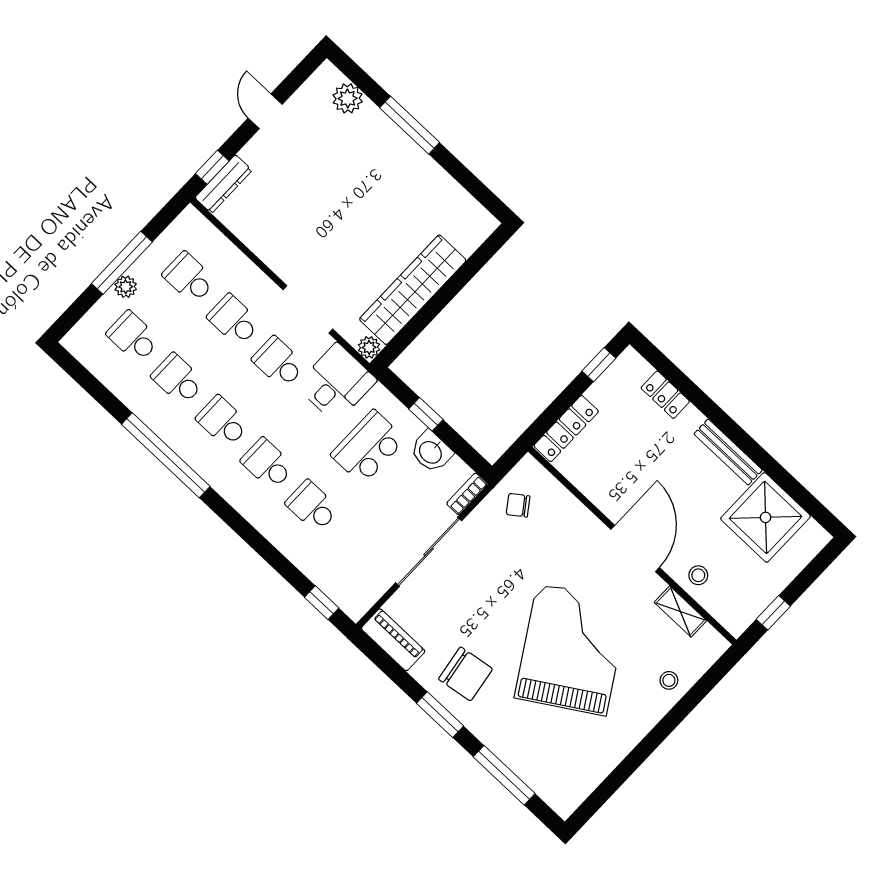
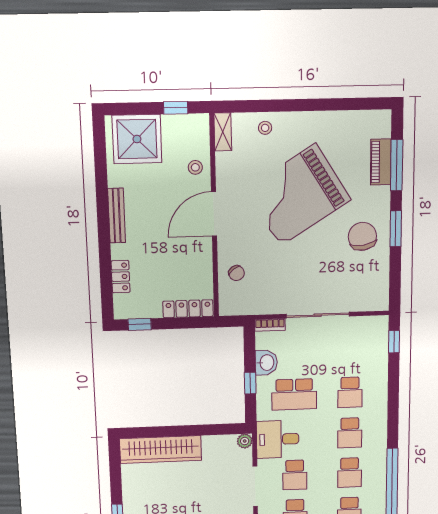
wardrobe: (413, 290) -> (161, 449), moved
chair: (518, 505) -> (237, 273), moved
shower: (766, 517) -> (137, 139), moved
shelving: (680, 611) -> (223, 132), moved
piano: (393, 640) -> (381, 162), moved

